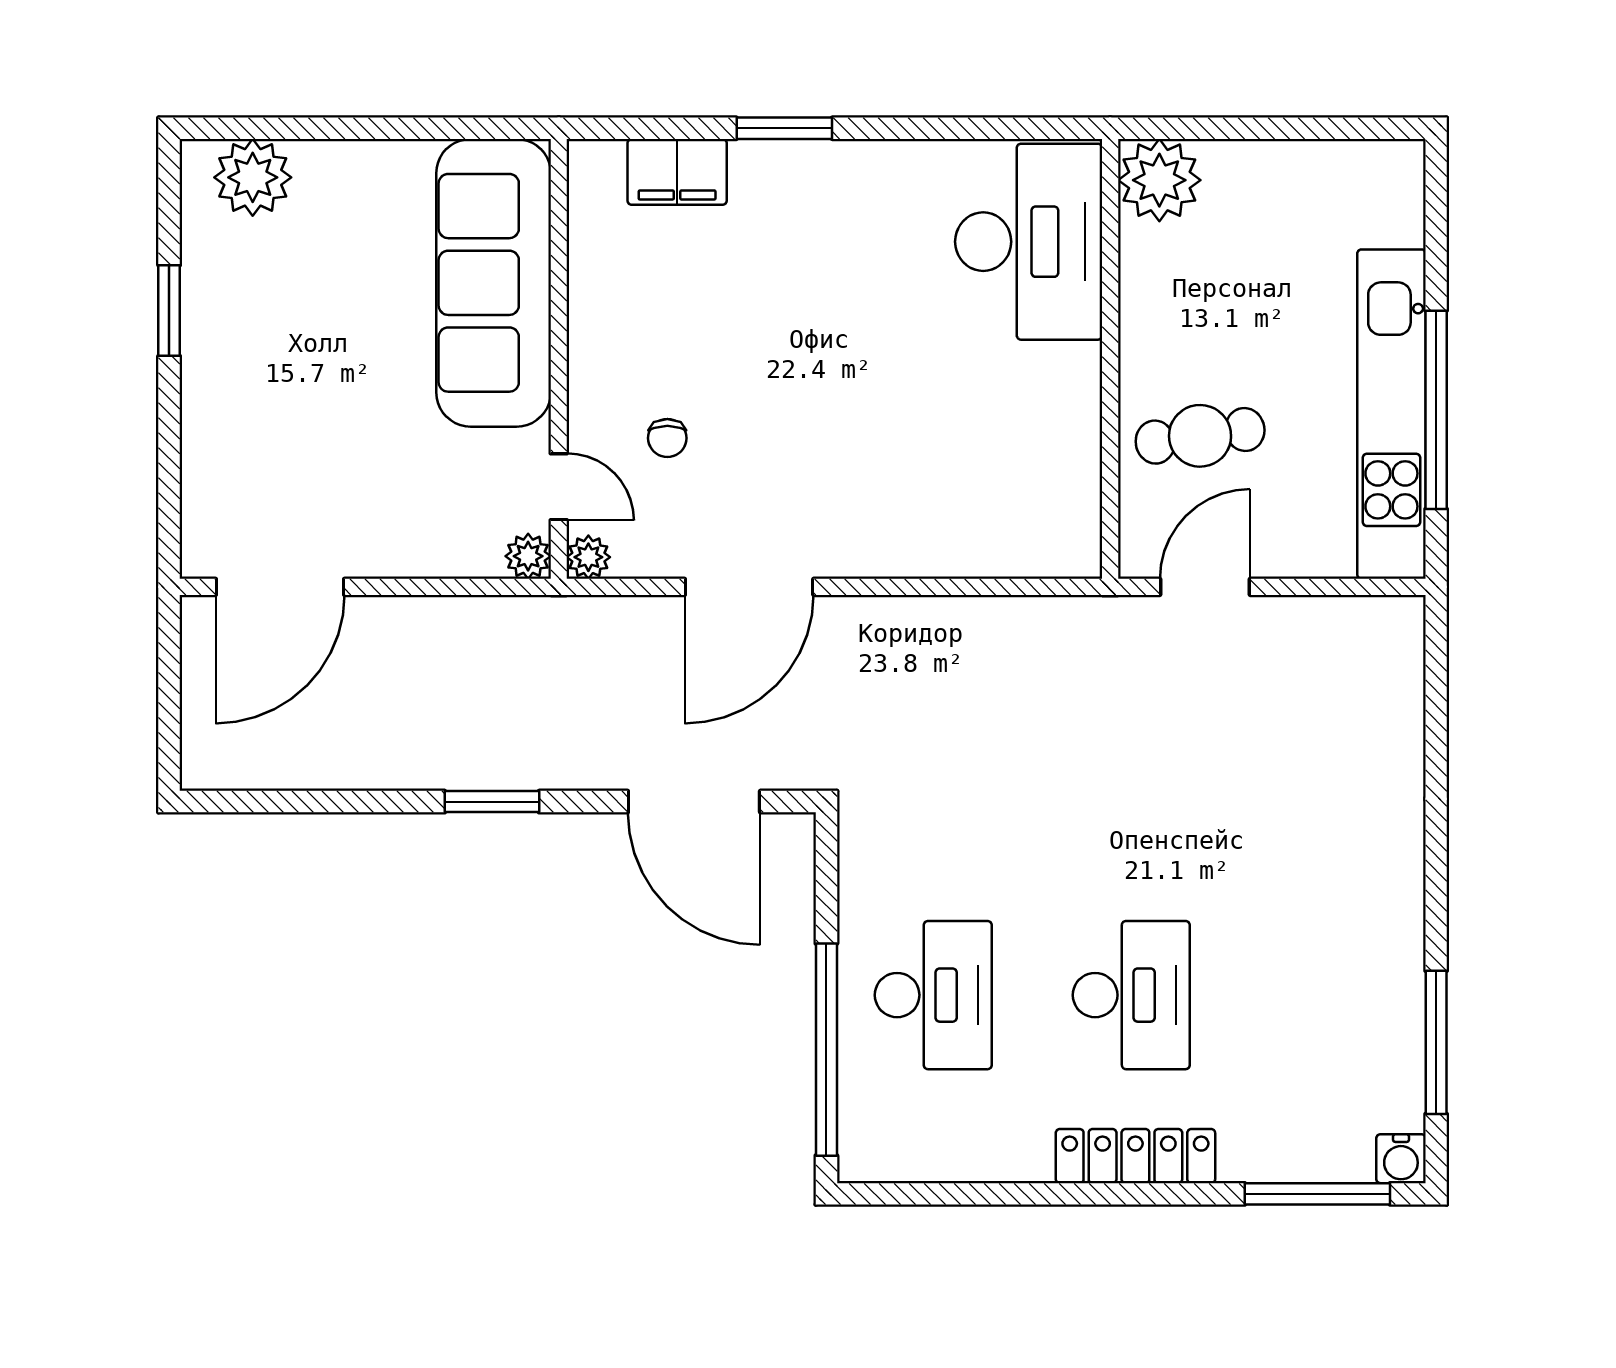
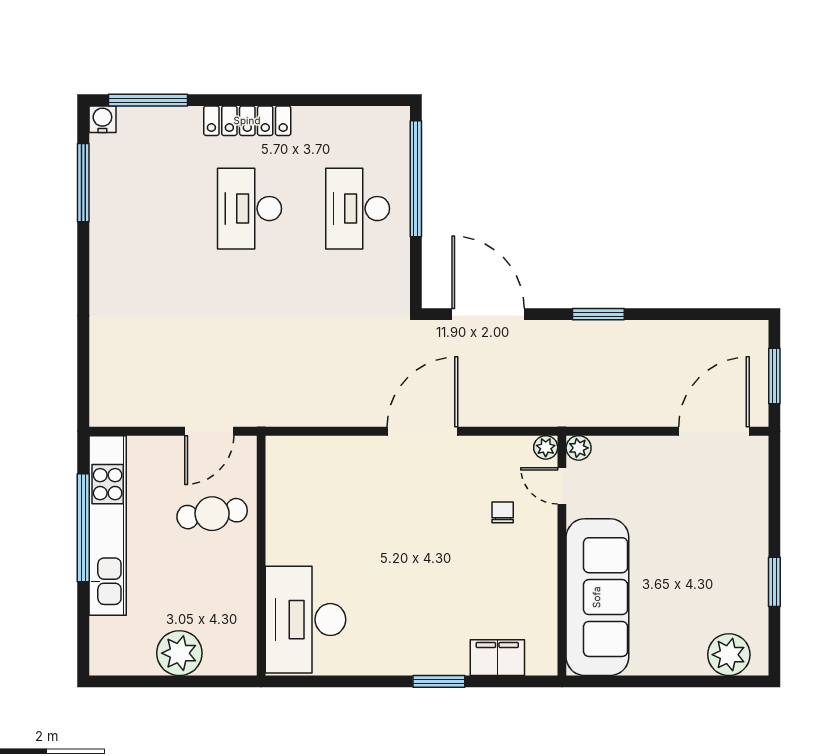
plant: (1159, 180) -> (179, 653), moved
door: (749, 587) -> (422, 431), moved
window: (169, 688) -> (774, 376), added

